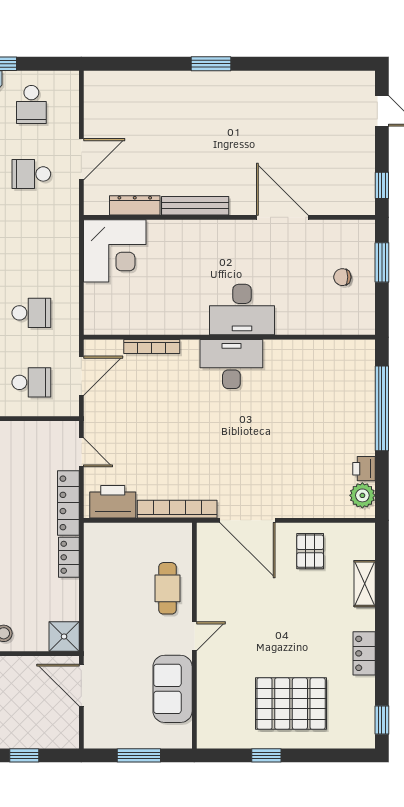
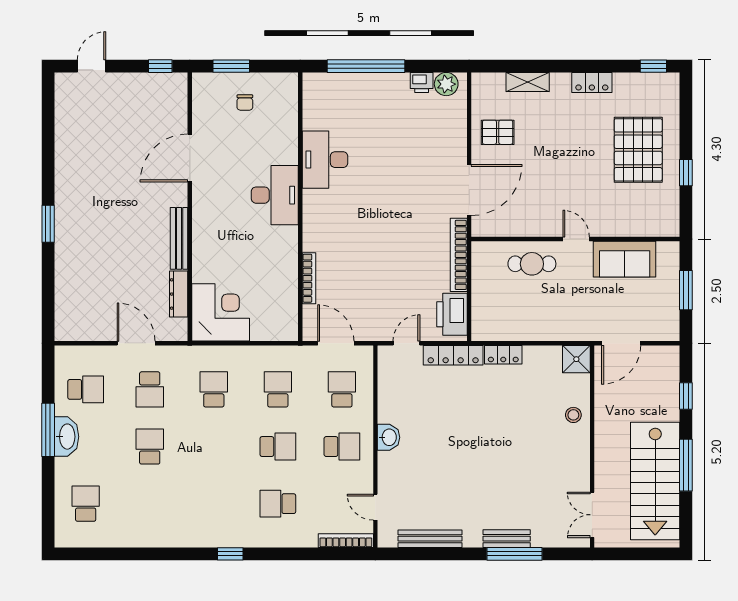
school desk: (31, 243) -> (214, 389), added
desk: (231, 364) -> (325, 160), moved

